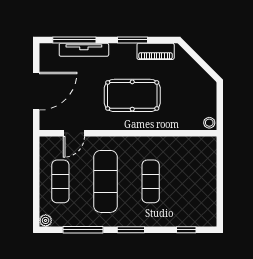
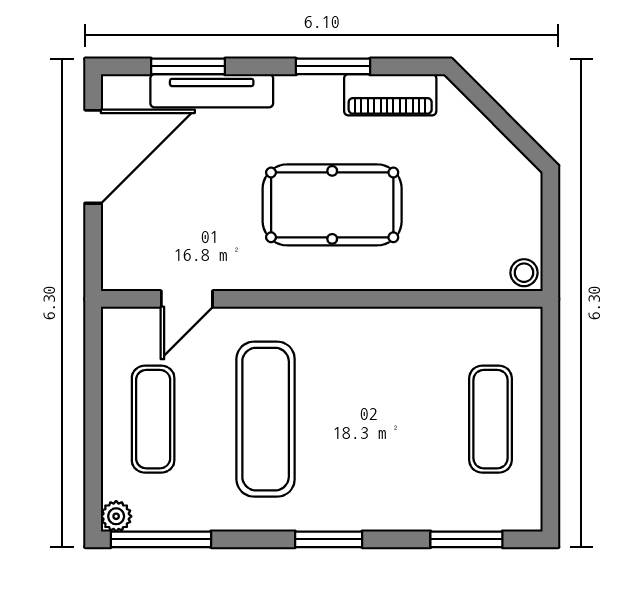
window: (74, 40) -> (188, 66), width x0.69
door: (36, 91) -> (93, 157), moved
exercise mat: (151, 181) -> (491, 419), moved
window: (83, 230) -> (161, 539), moved
window: (186, 230) -> (466, 539), width x1.50

